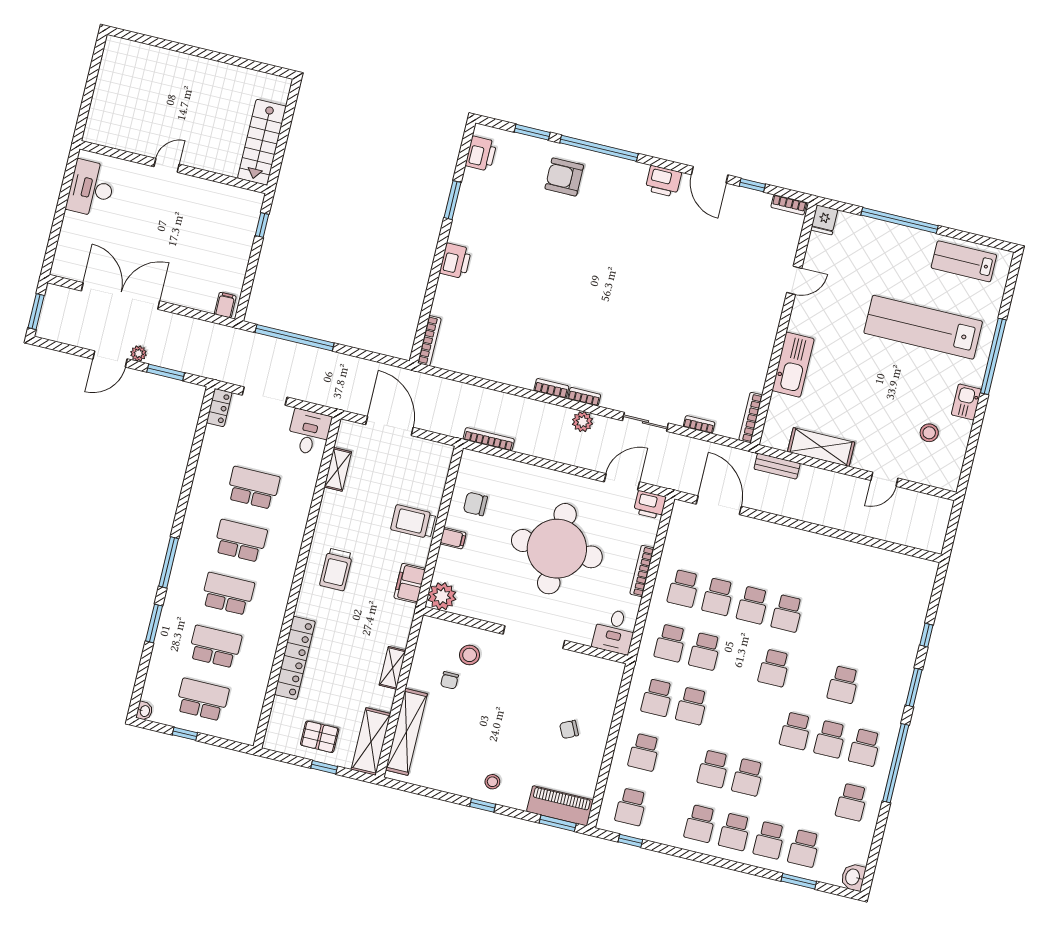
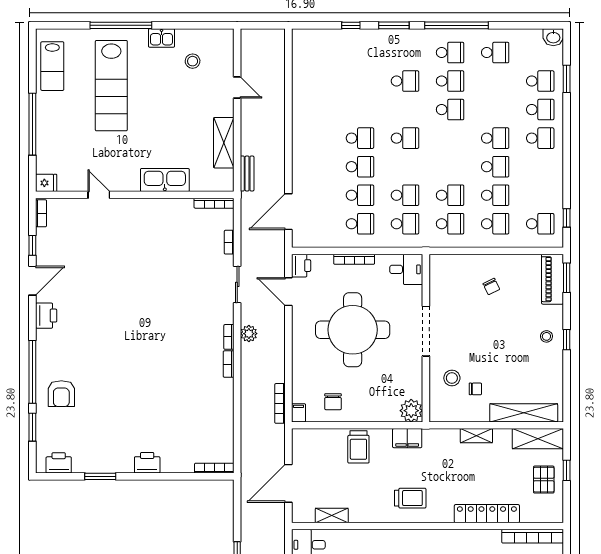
filing cabinet: (453, 538) -> (298, 413), moved
bookcase: (254, 707) -> (533, 536), added
school desk: (700, 823) -> (495, 195), moved

